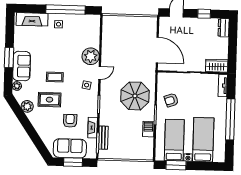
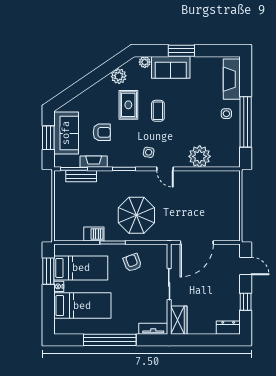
plant: (91, 56) -> (200, 156), moved

